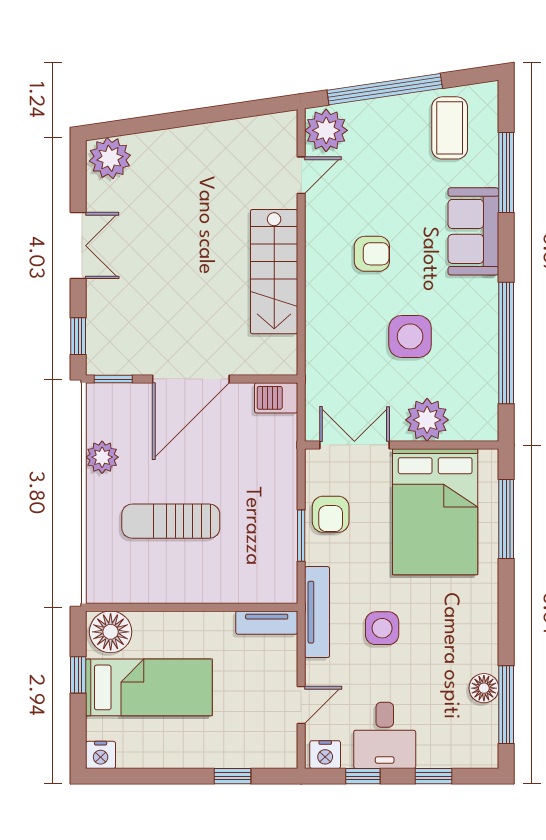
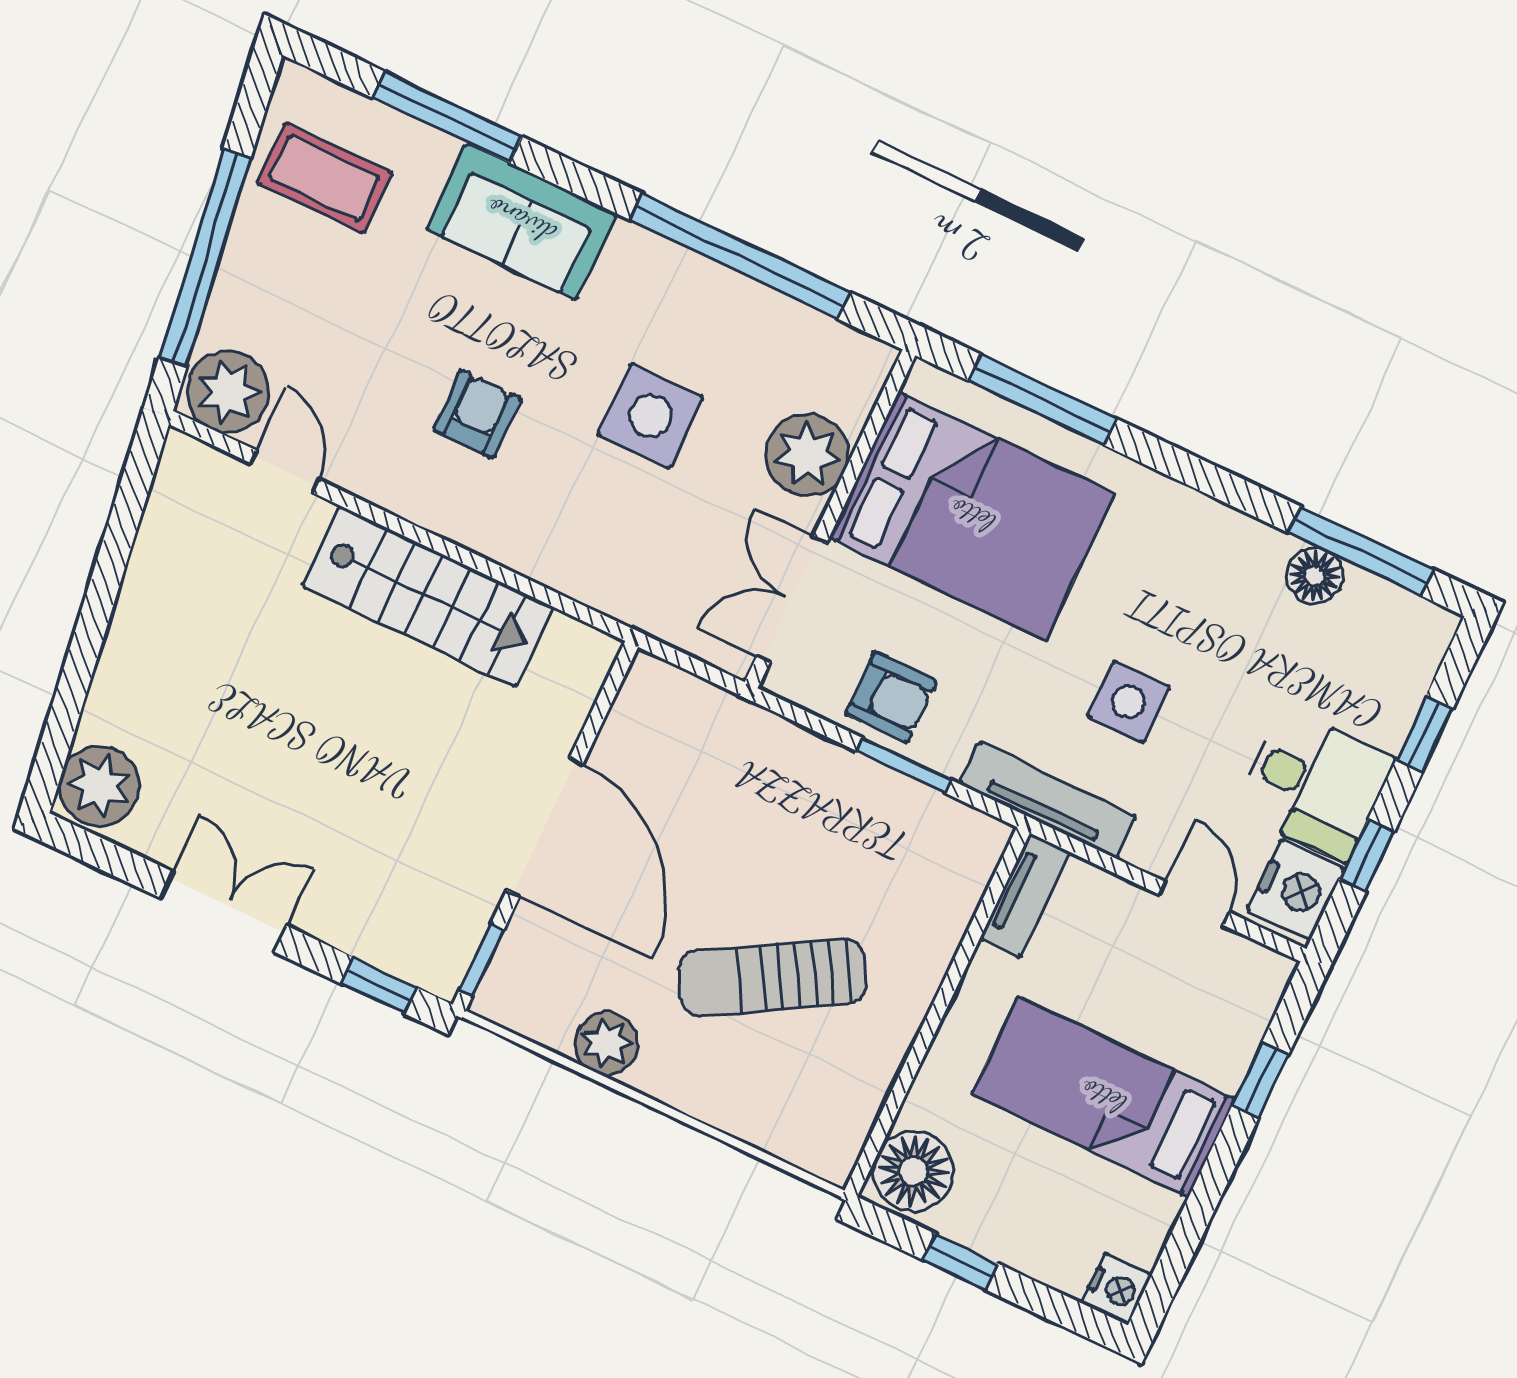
barbecue: (276, 398) -> (647, 696), removed
sun lounger: (171, 521) -> (772, 977), turned 60
bed: (149, 687) -> (1103, 1097), moved, turned -90
nightstand: (325, 755) -> (1296, 889), width x1.36, depth x1.33

